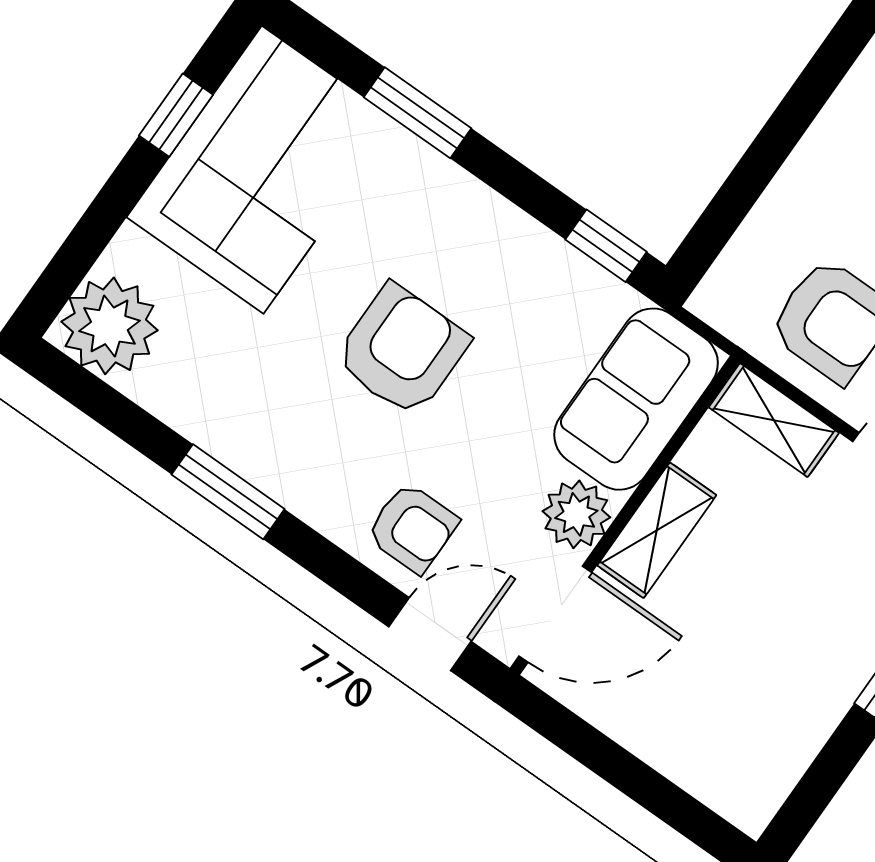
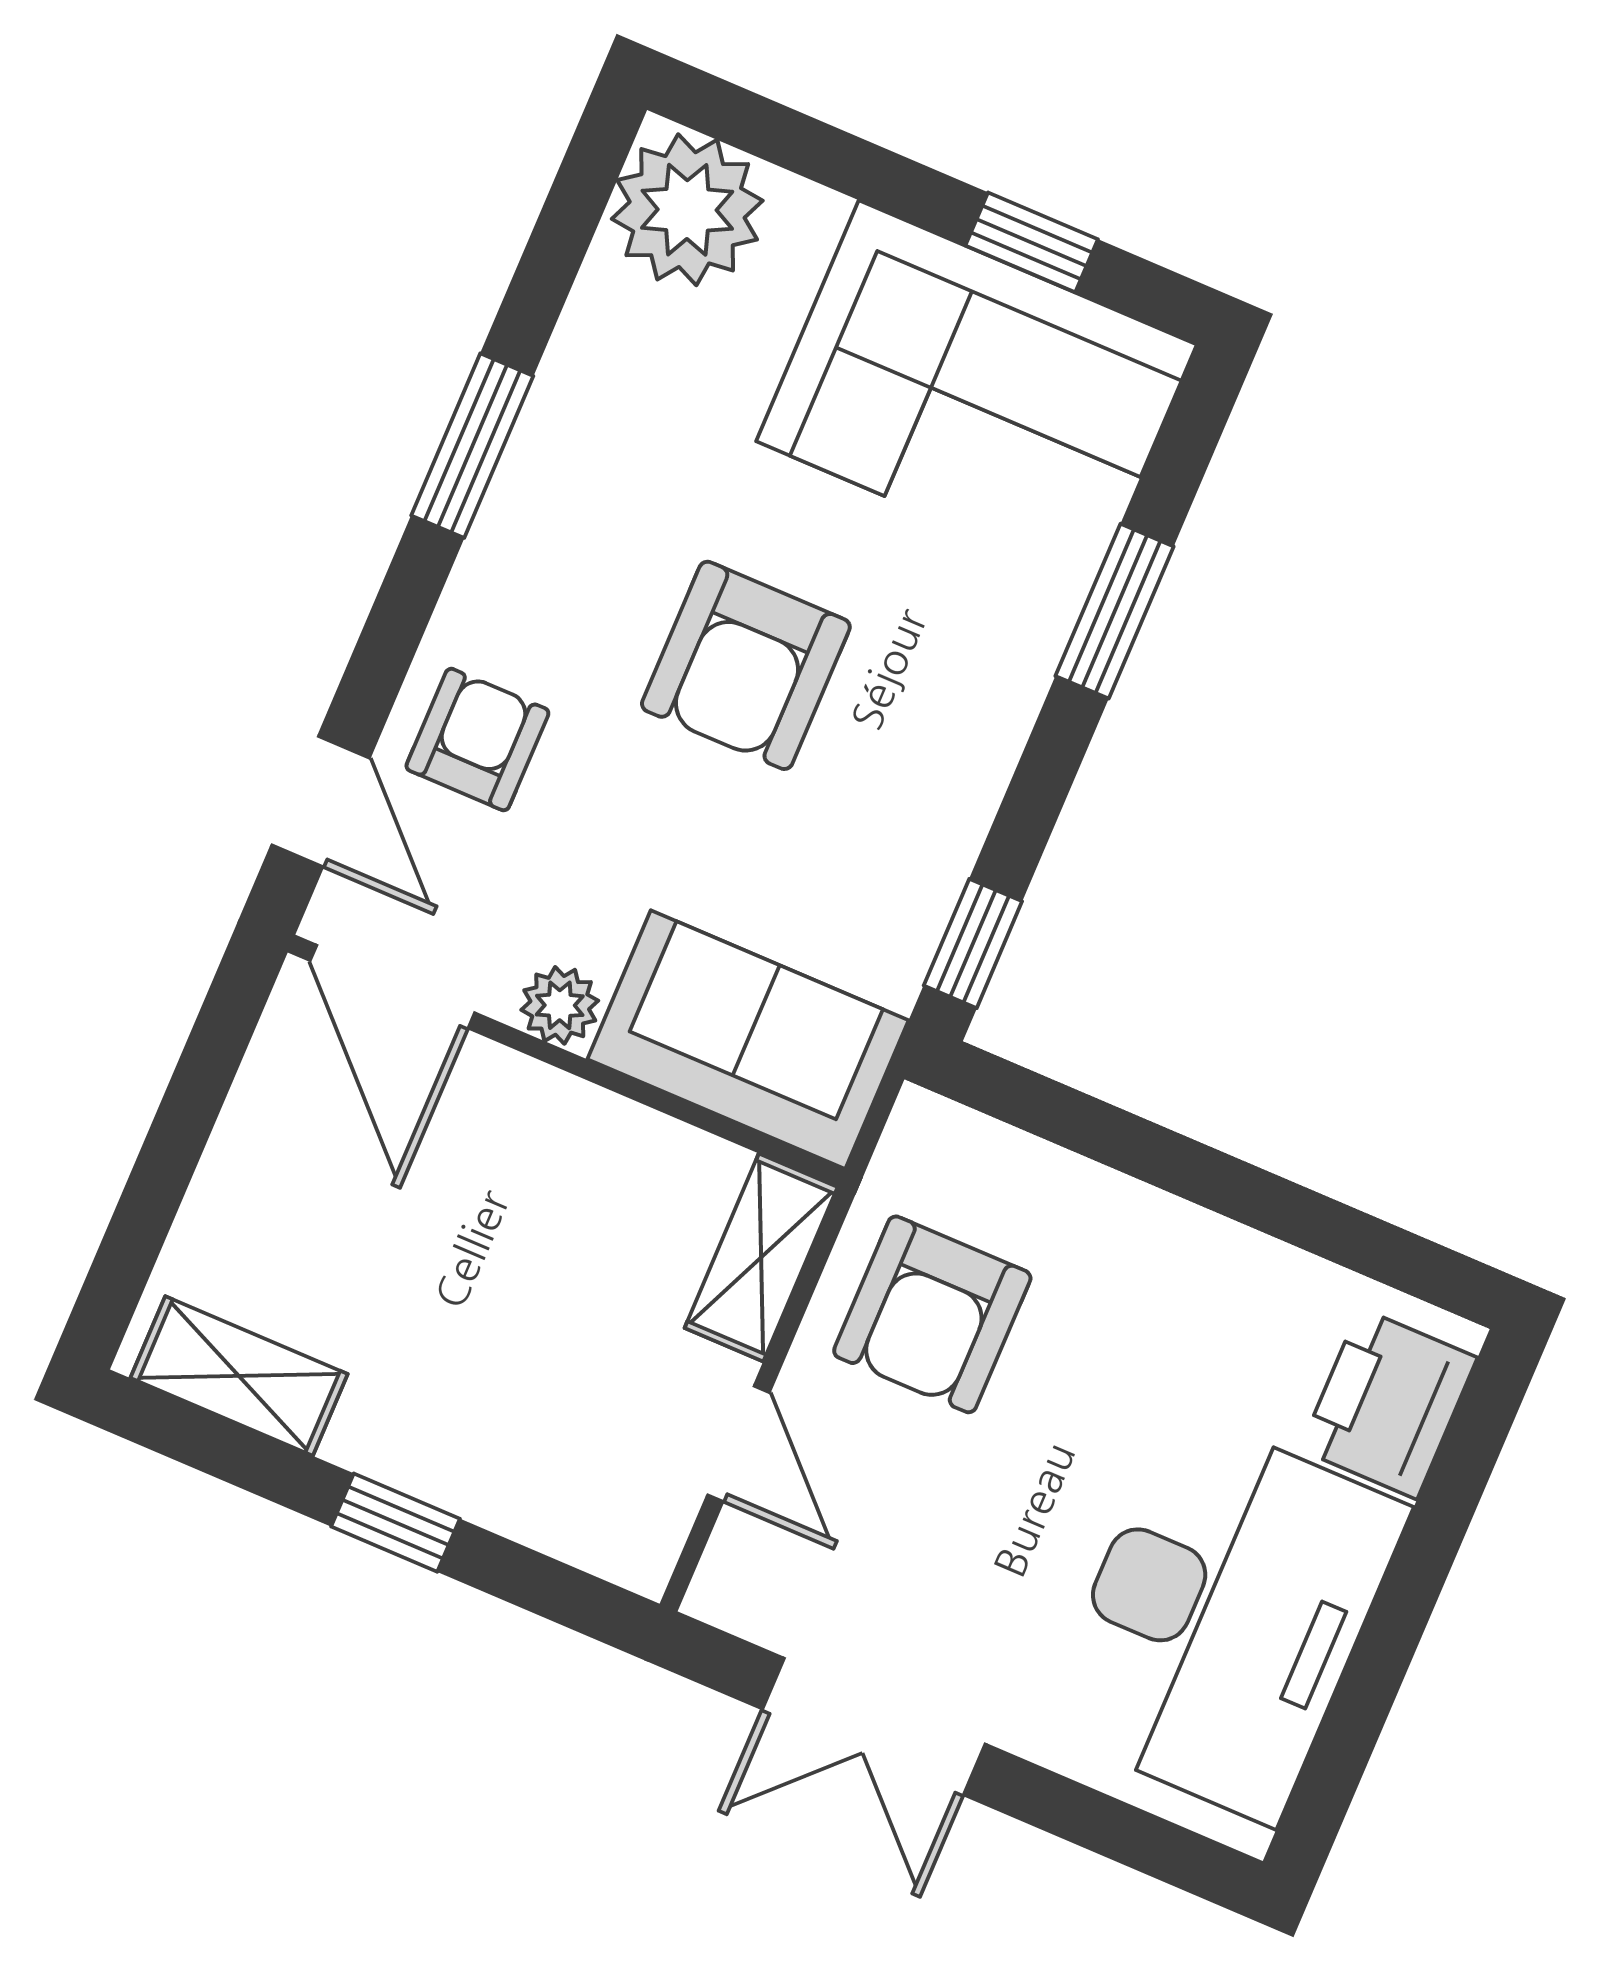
armchair: (402, 350) -> (746, 665), turned 90
plant: (576, 514) -> (560, 1005), width x0.73, depth x0.73
armchair: (412, 528) -> (477, 740), turned 180
shelving: (657, 530) -> (239, 1376), moved

